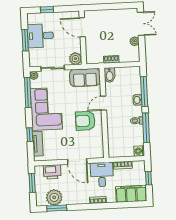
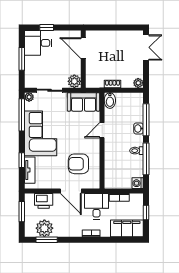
desk: (40, 36) -> (38, 43), moved
plant: (134, 41) -> (138, 83), moved
armchair: (85, 121) -> (78, 164), moved

